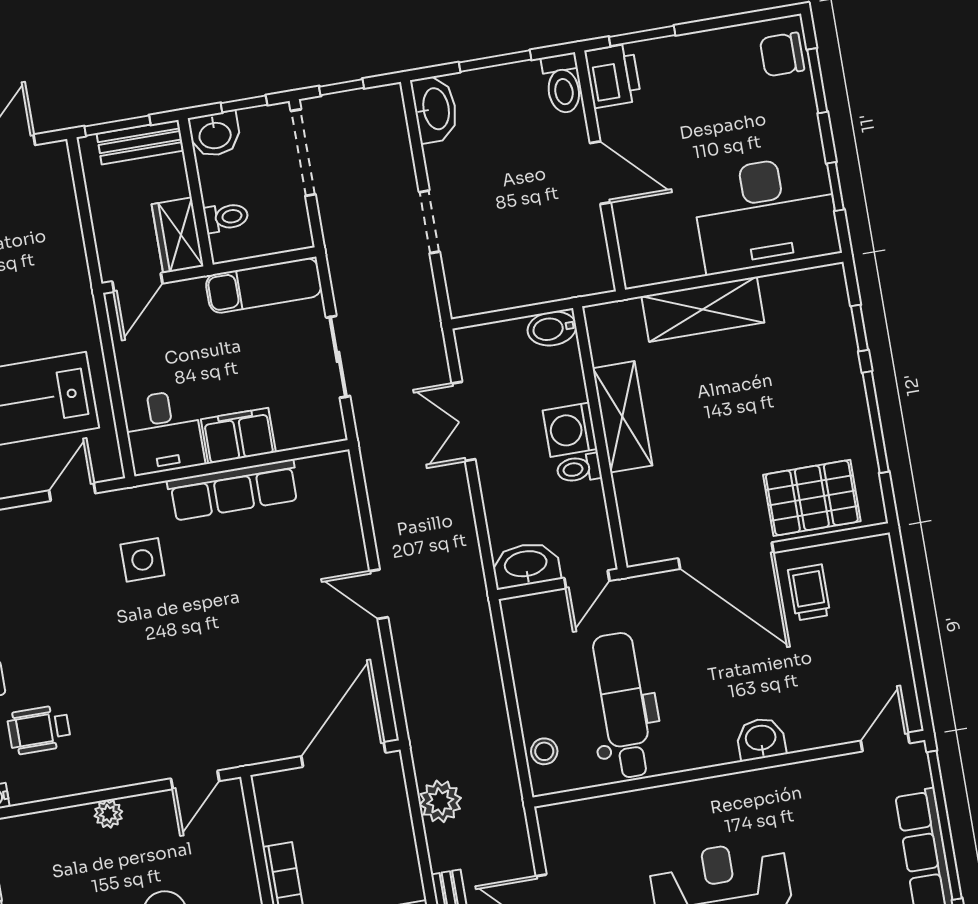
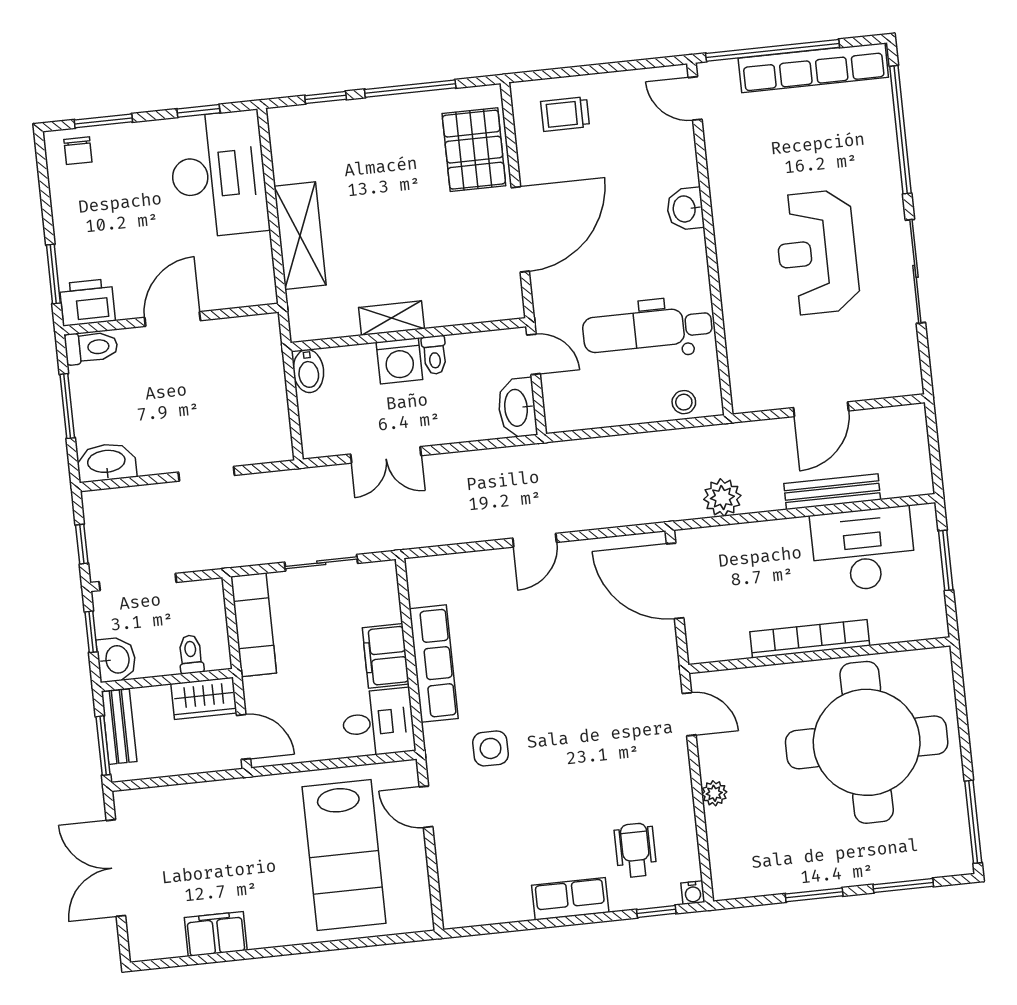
chair: (782, 54) -> (78, 151), width x0.73, depth x0.73
shelving: (622, 417) -> (391, 318), width x0.67, depth x0.75
trolley: (809, 592) -> (565, 114), moved
wheelchair: (39, 730) -> (635, 850), turned 180

